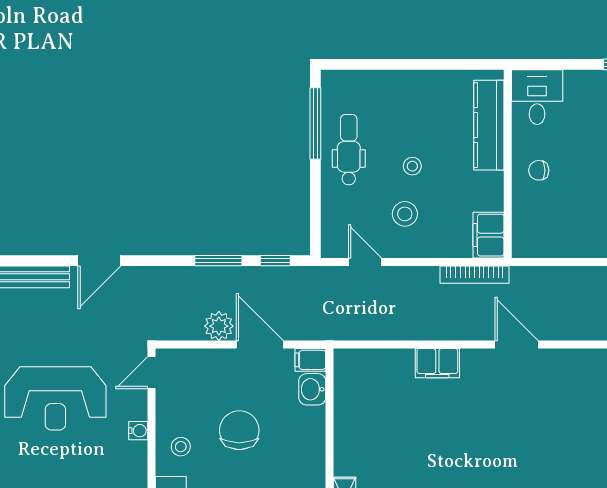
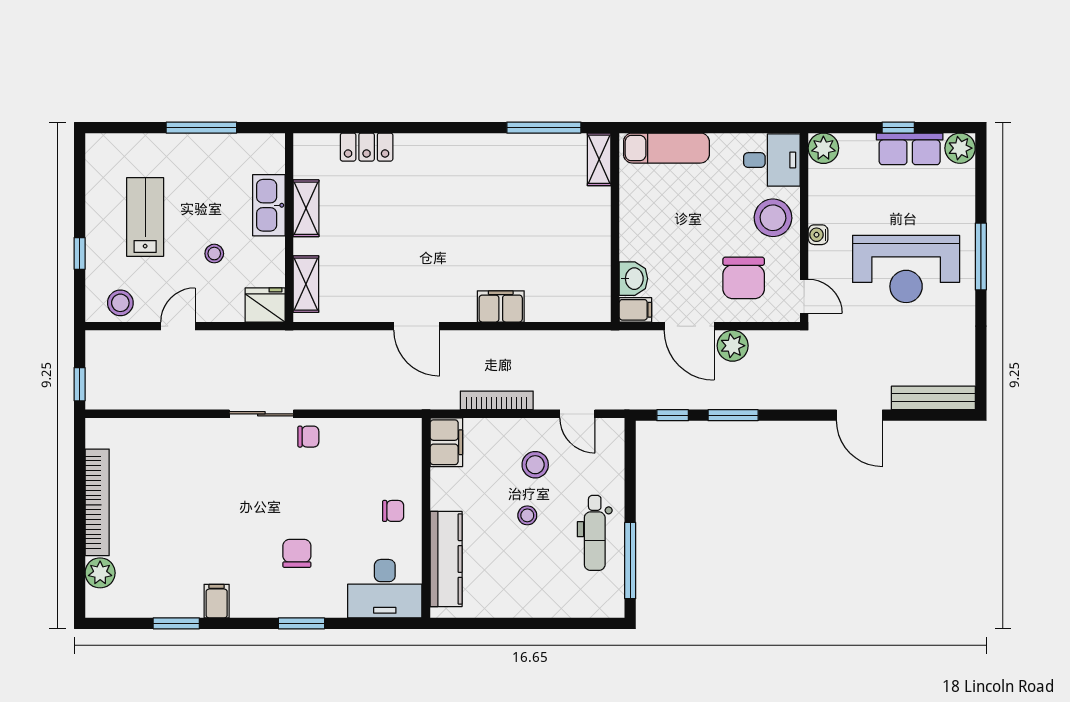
desk: (537, 97) -> (385, 589), width x1.37
door: (99, 261) -> (859, 415), swing flipped
bookcase: (474, 275) -> (497, 400), moved
door: (151, 373) -> (804, 296), hinge flipped
reception desk: (55, 398) -> (906, 269), turned 180
chair: (239, 430) -> (744, 278), moved
stool: (181, 447) -> (773, 218), width x1.89, depth x1.89

